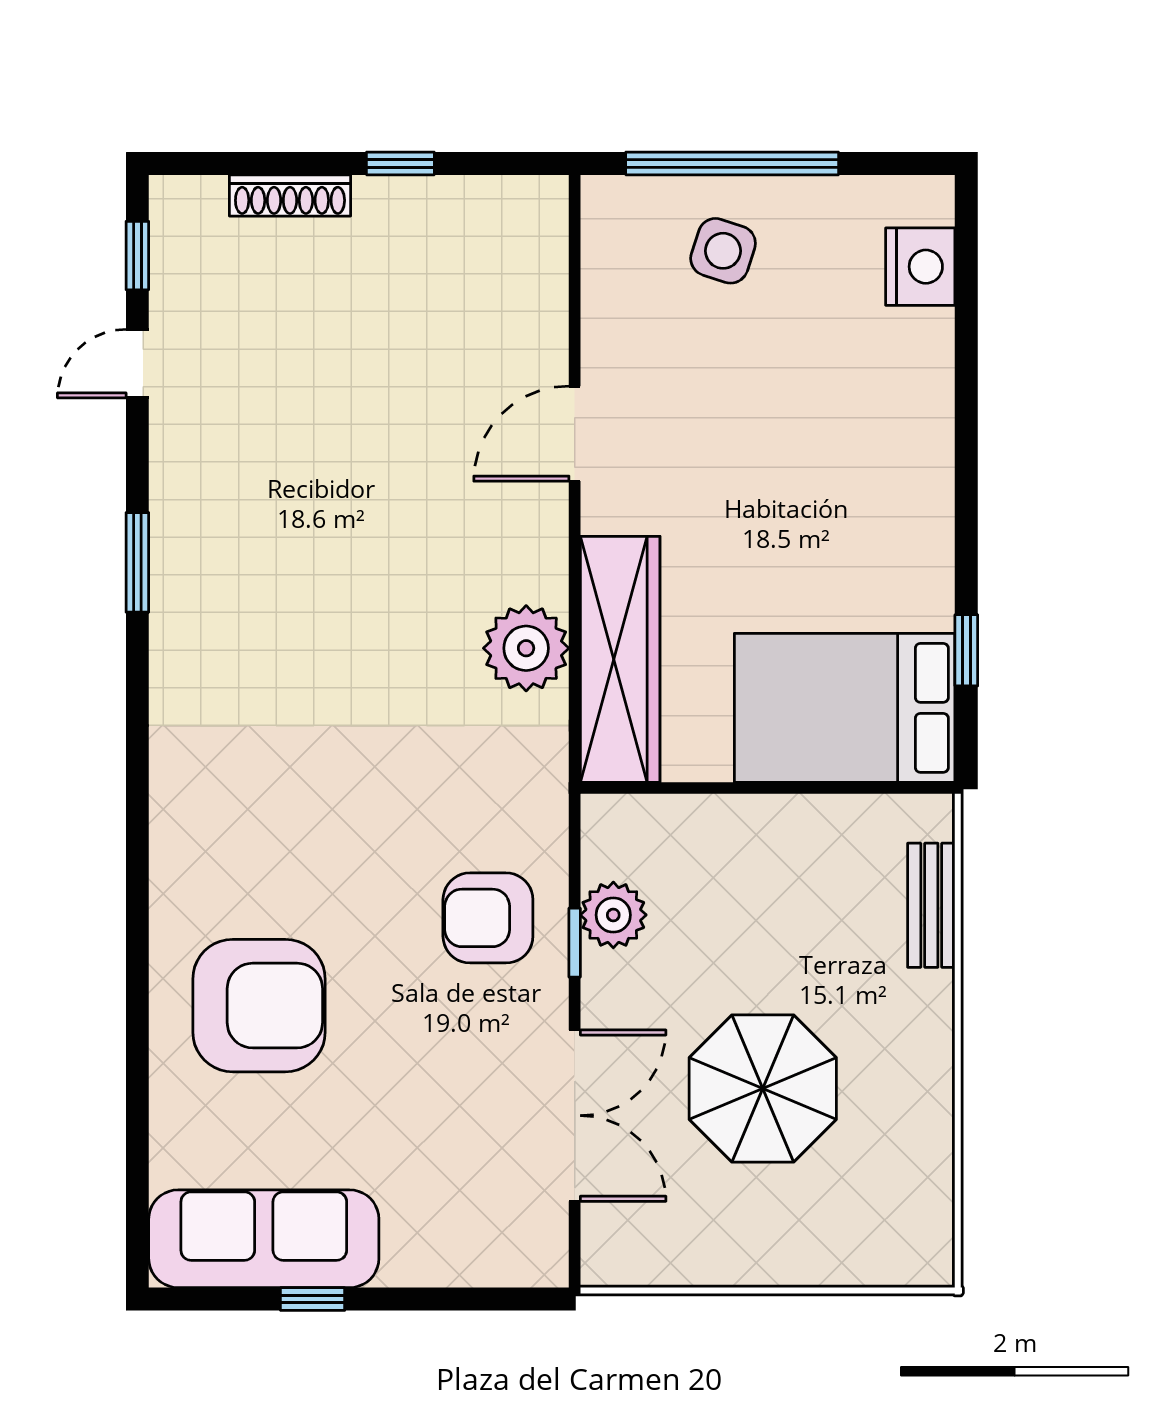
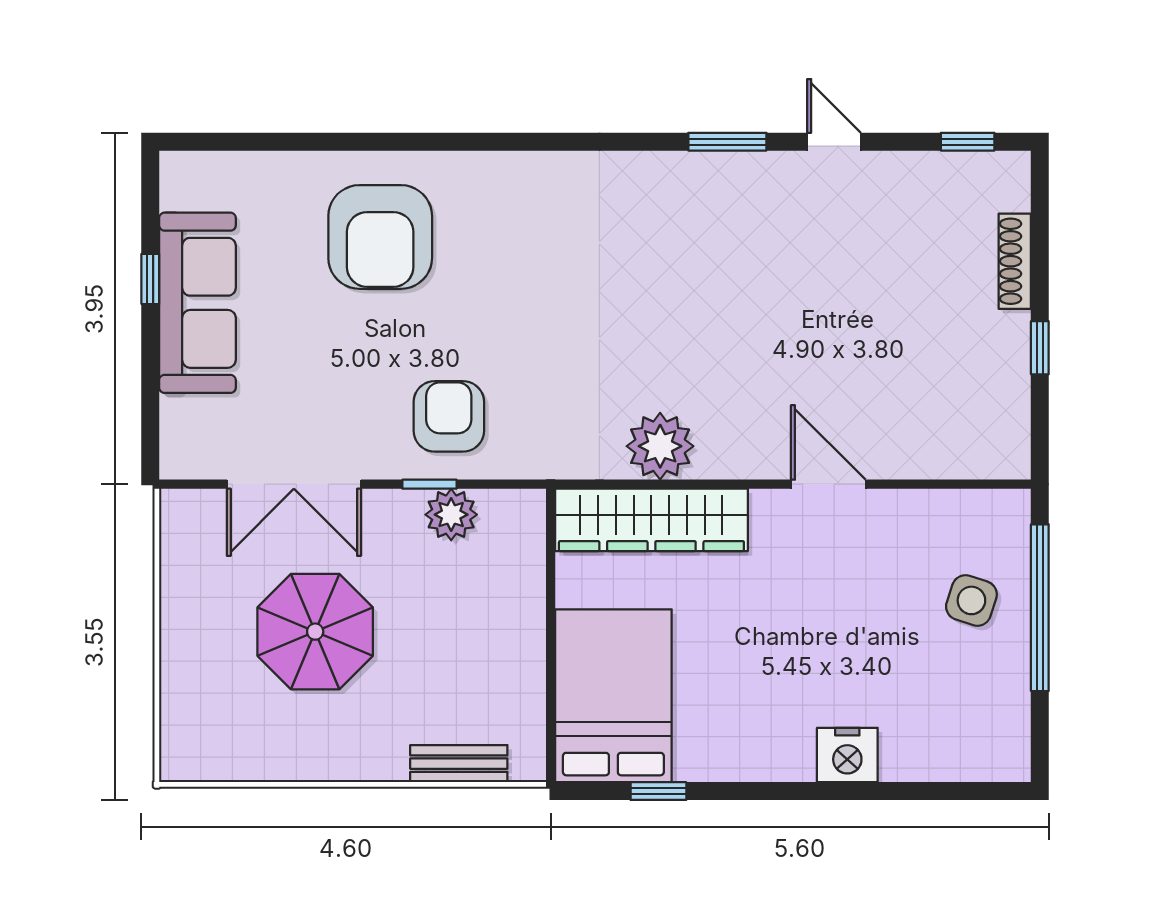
nightstand: (920, 267) -> (847, 755), moved
door: (137, 364) -> (834, 142), moved
sofa: (264, 1239) -> (197, 303), moved

